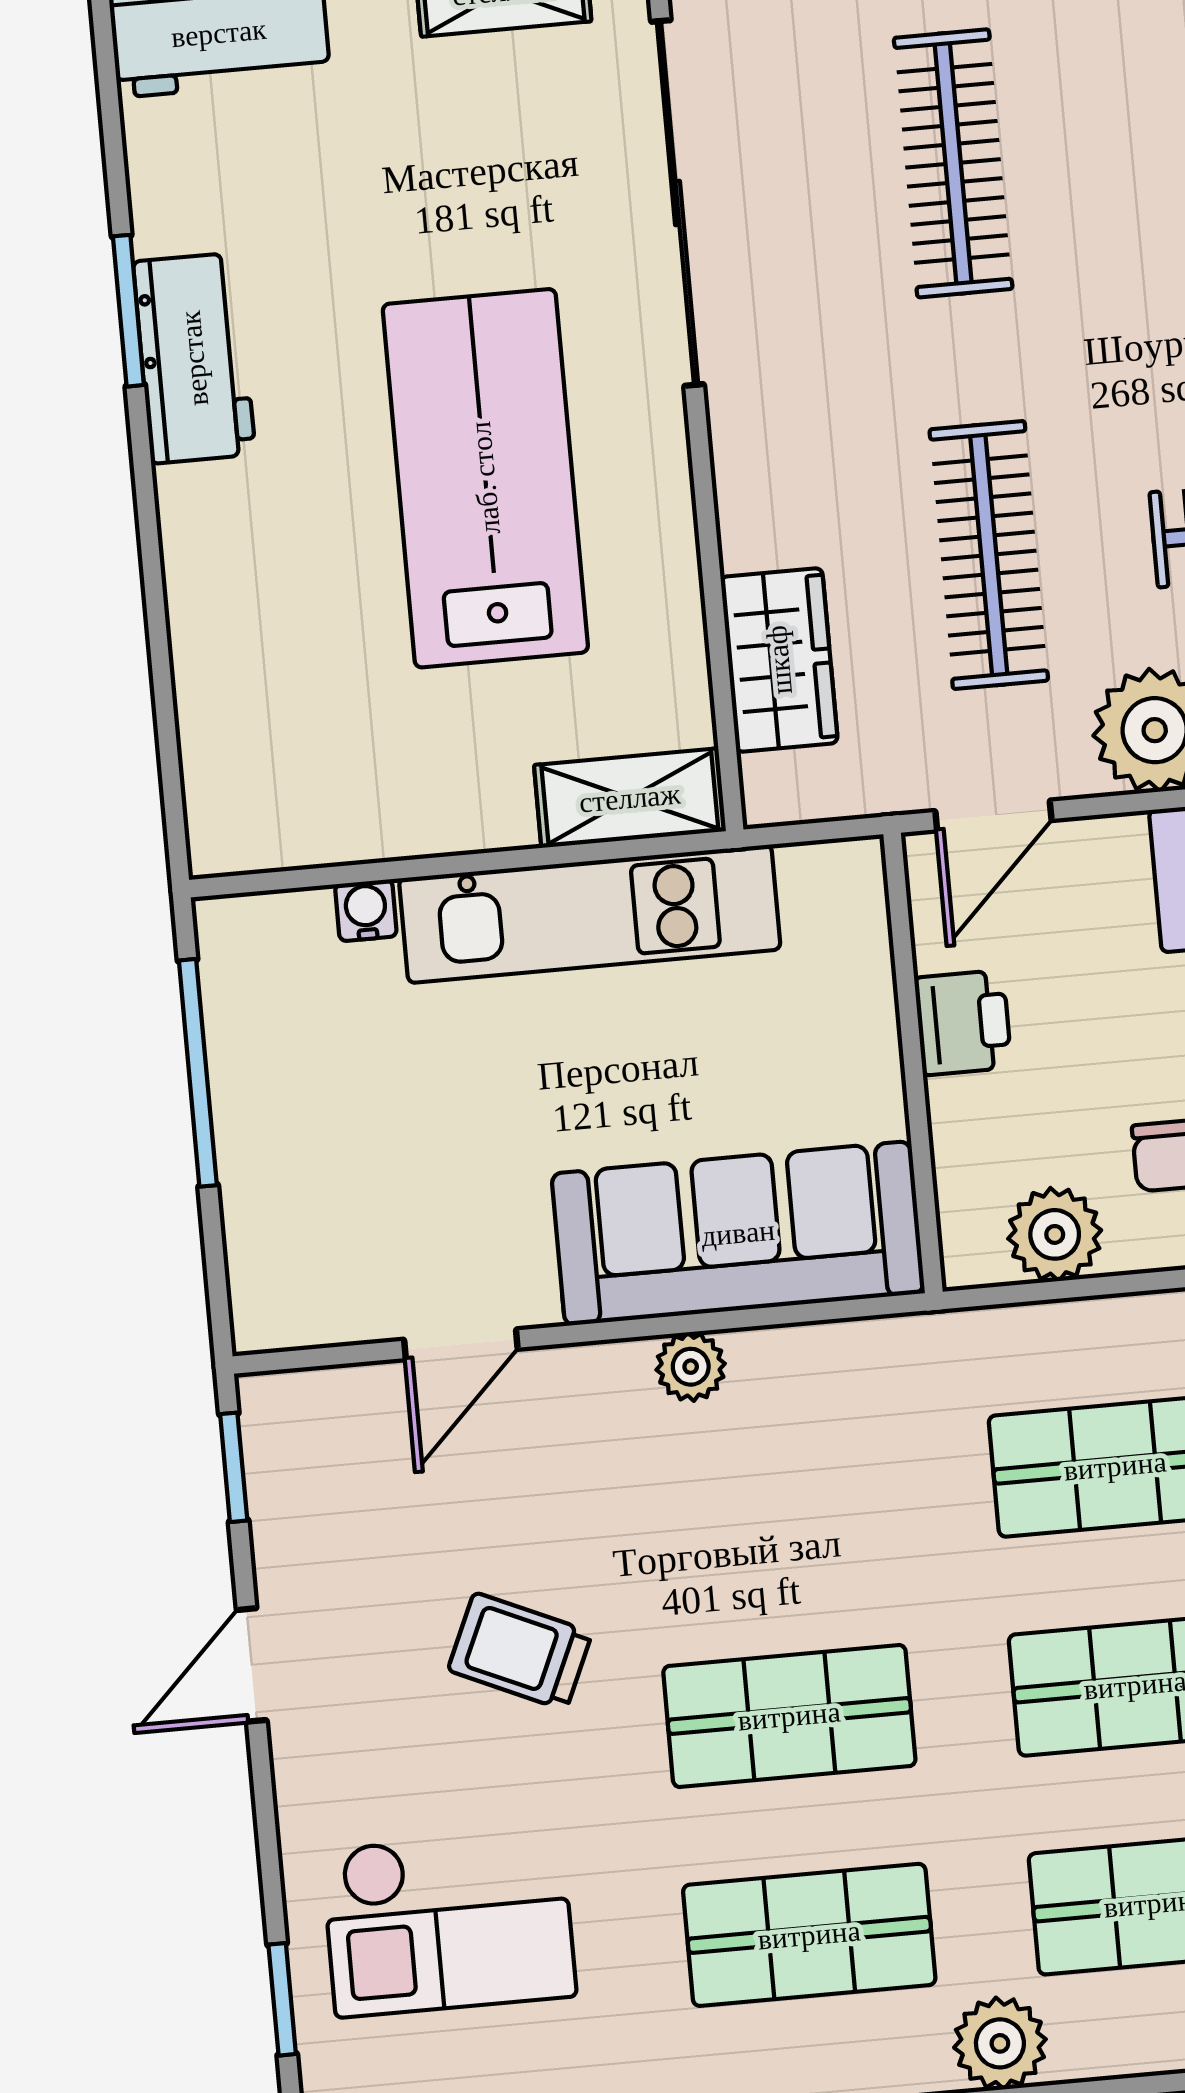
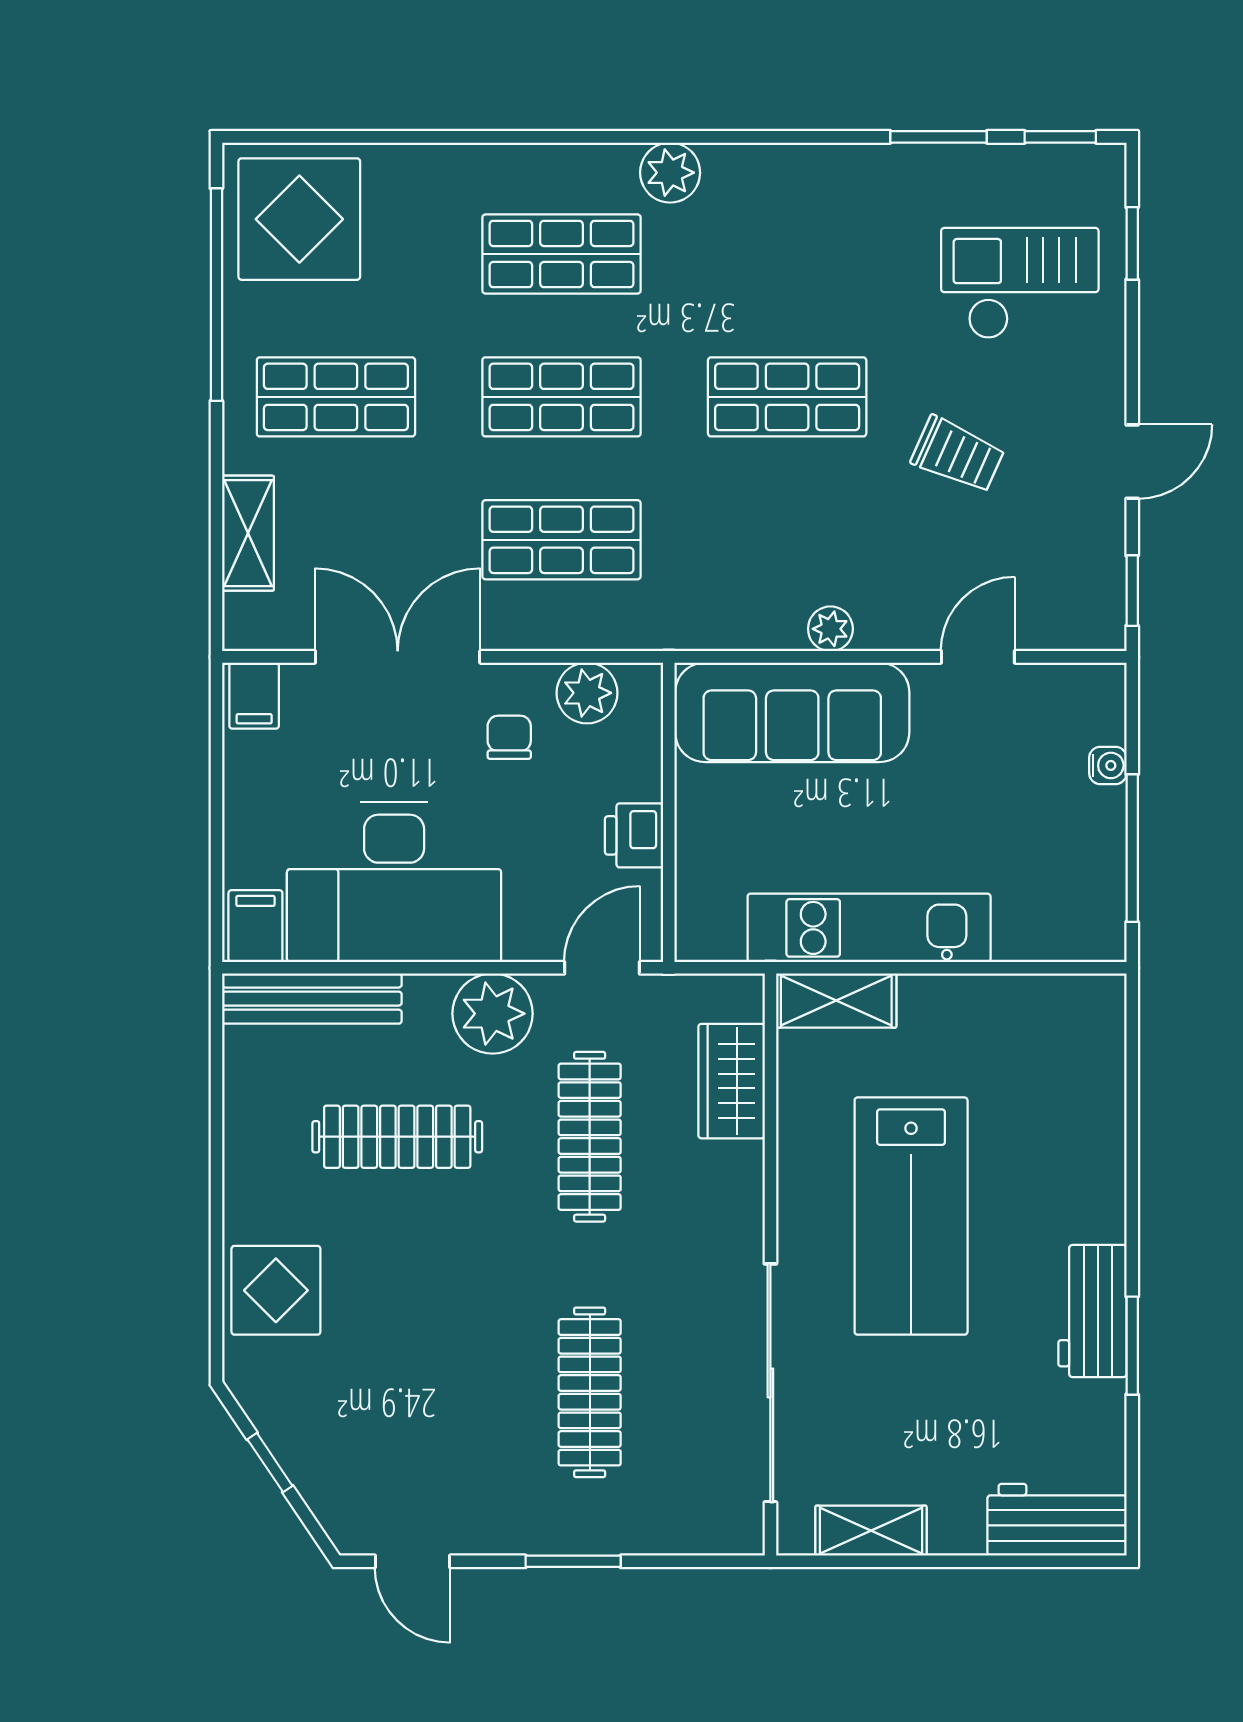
water cooler: (366, 910) -> (1108, 765), moved, turned -90
shop shelf: (809, 1935) -> (787, 254), removed

